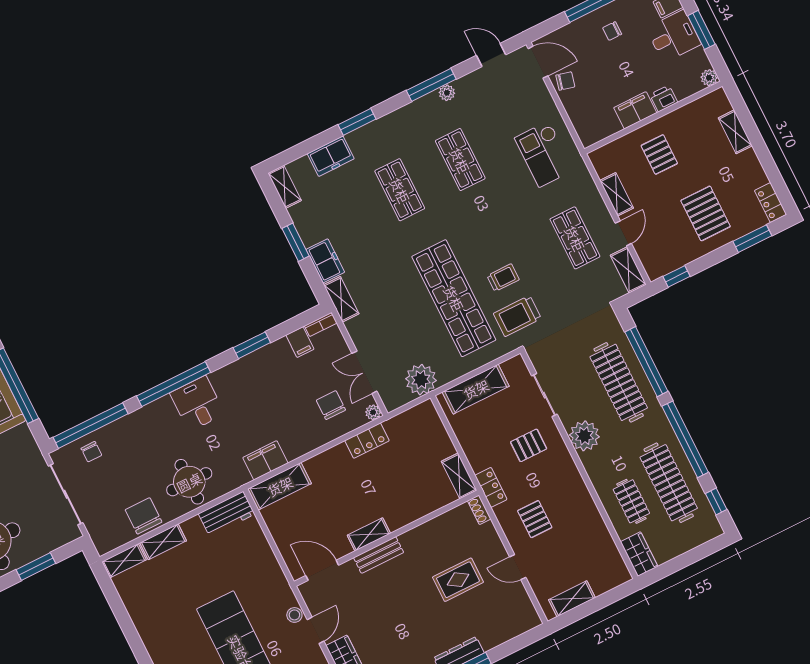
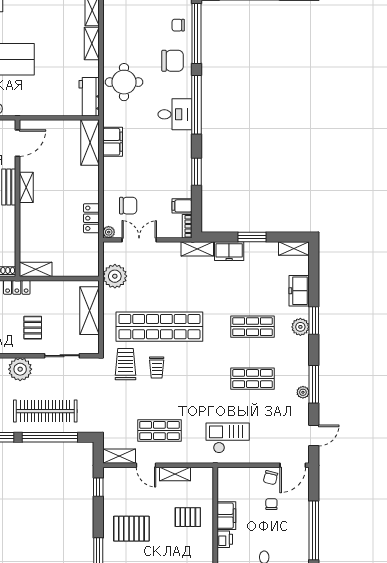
chair: (612, 31) -> (271, 504), moved
plant: (372, 134) -> (300, 327), added
chair: (144, 516) -> (173, 61), moved

